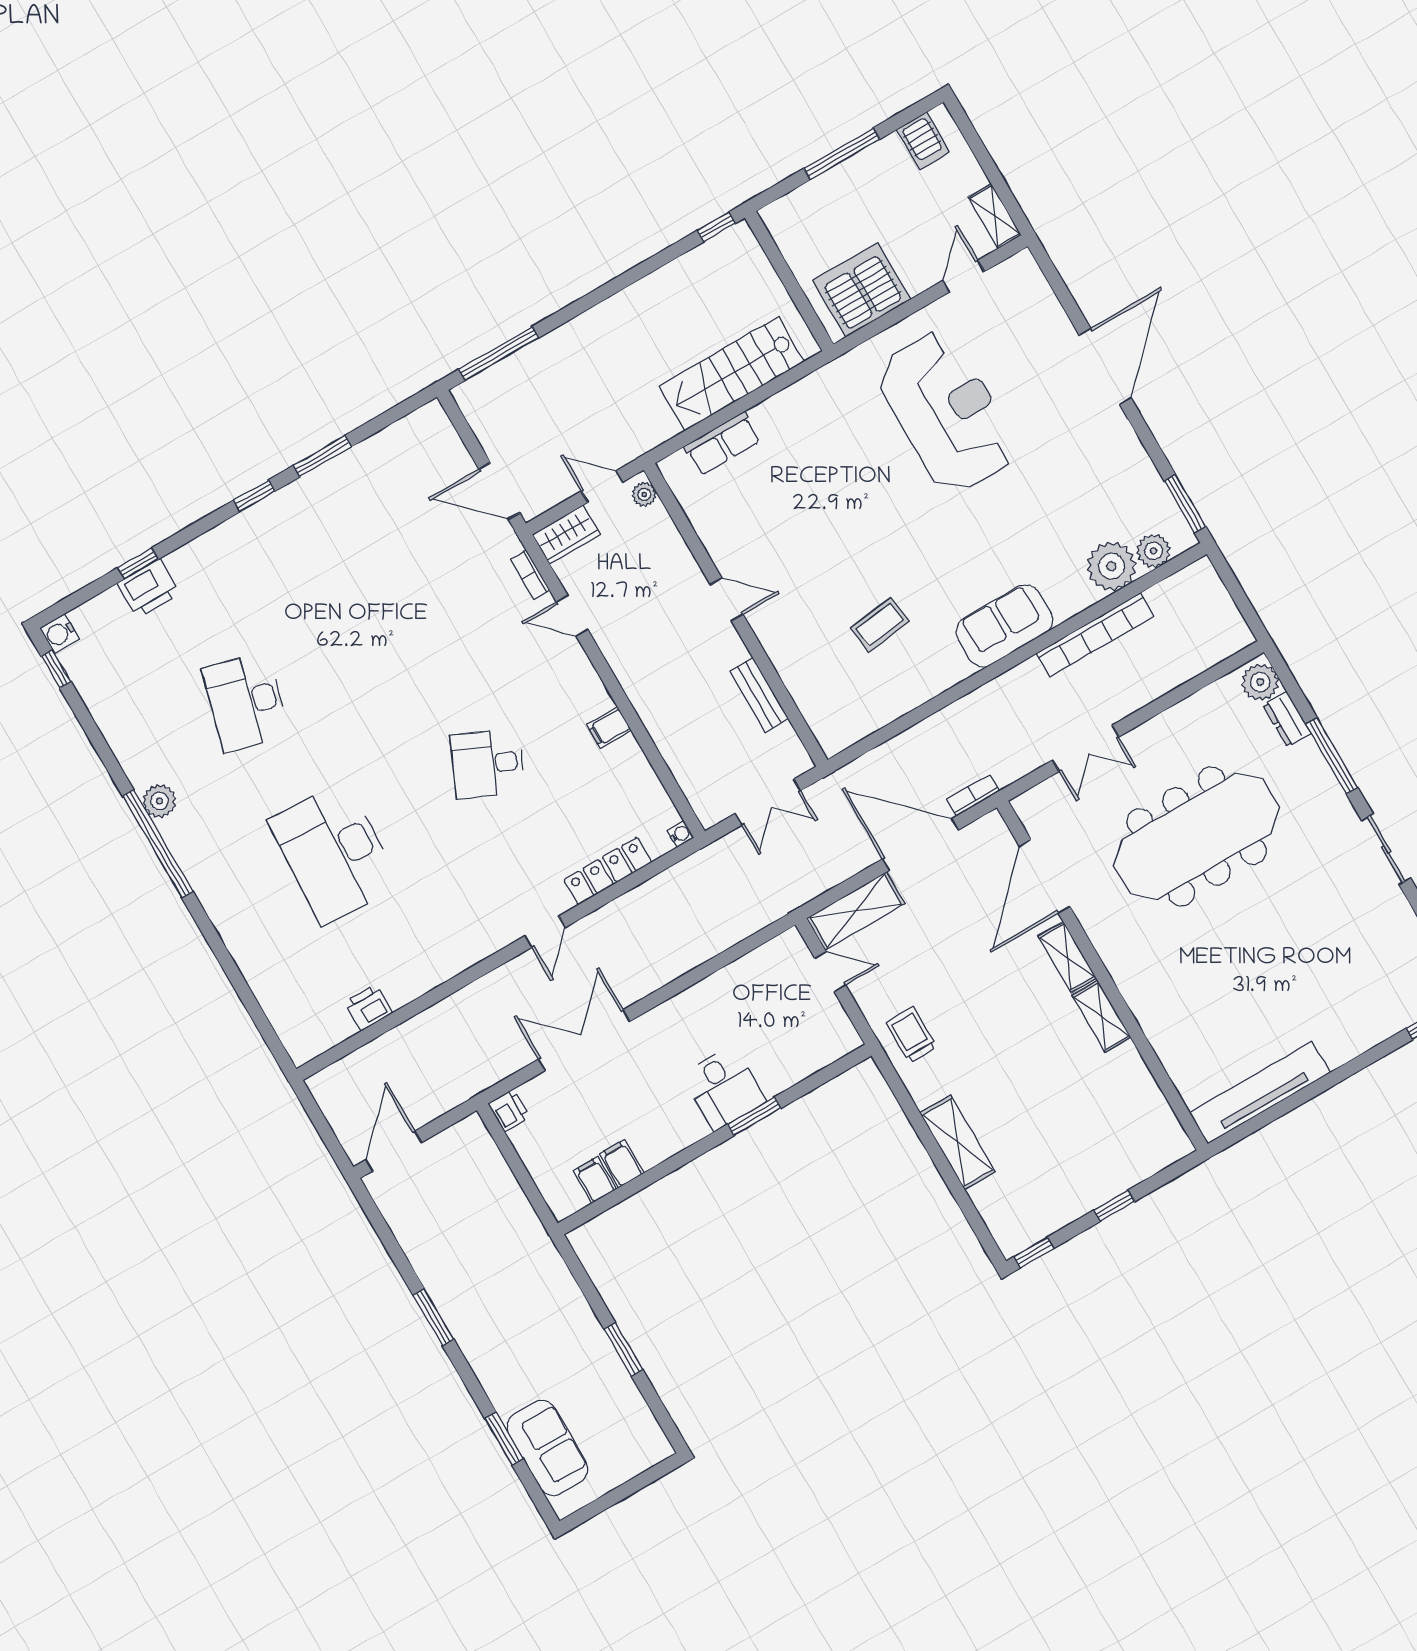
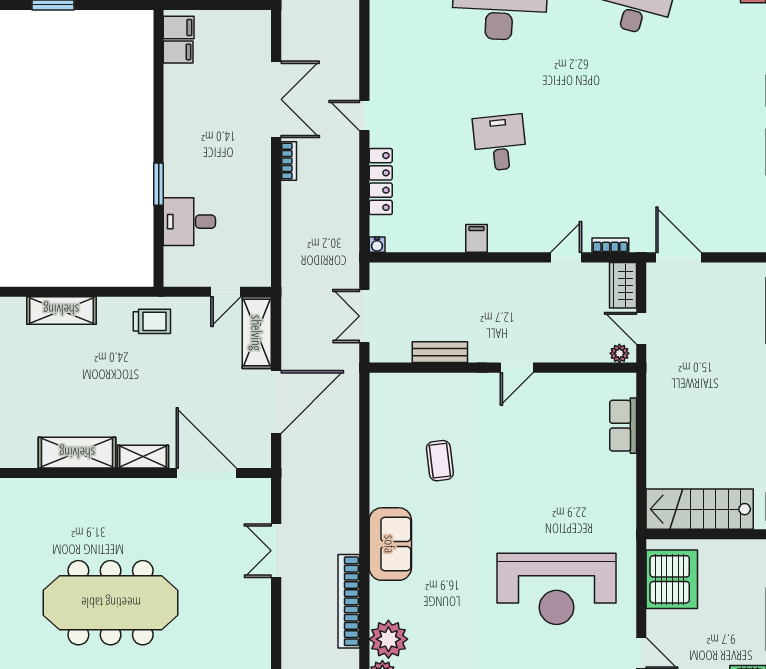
stairs: (732, 374) -> (700, 509), moved, turned -90
door: (602, 487) -> (641, 328), swing flipped
door: (499, 491) -> (679, 257), hinge flipped
desk: (488, 764) -> (500, 143), turned -30
bookcase: (973, 795) -> (289, 161), moved
meeting table: (1196, 836) -> (111, 603), moved, turned 90
shelving: (1102, 1016) -> (77, 453), width x1.50, depth x1.33
desk: (724, 1088) -> (189, 222), moved
printer: (509, 1110) -> (258, 22), removed
filing cabinet: (622, 1163) -> (179, 27), moved

